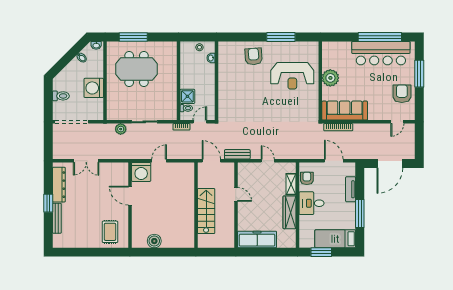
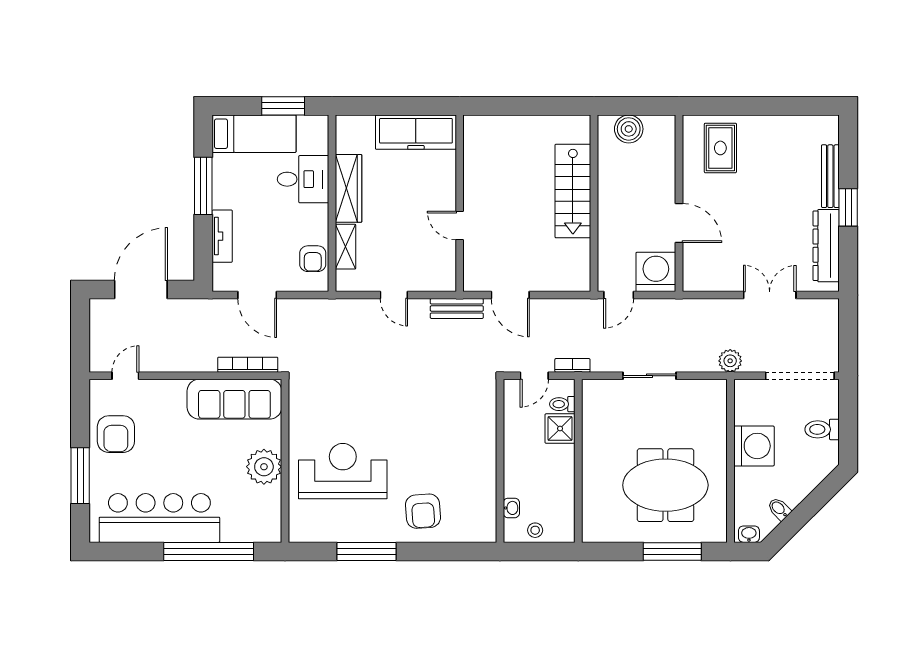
window: (380, 37) -> (209, 551), moved
plant: (121, 129) -> (730, 361), moved
desk: (312, 203) -> (303, 179), moved
wall: (196, 205) -> (594, 203), moved
stairs: (206, 211) -> (573, 191), moved

